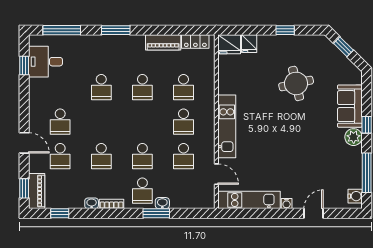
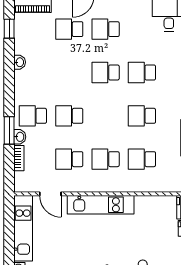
school desk: (101, 156) -> (106, 72), moved
door: (216, 174) -> (50, 194), hinge flipped
bookcase: (112, 204) -> (19, 158), moved

